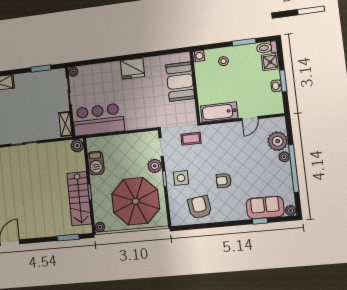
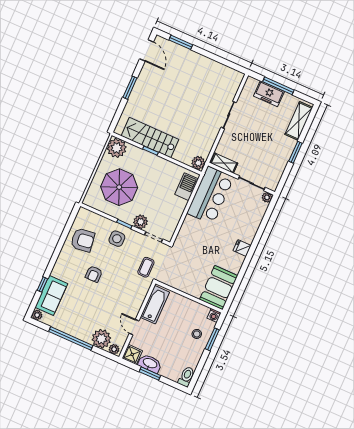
window: (244, 42) -> (212, 339), moved
shower: (270, 62) -> (132, 354), moved
window: (41, 68) -> (295, 152), moved
fridge: (133, 69) -> (242, 248), width x0.53, depth x0.75
booth: (180, 82) -> (219, 288), moved, turned 90
washbasin: (276, 86) -> (150, 364), width x1.91, depth x1.45
plant: (284, 157) -> (114, 349), moved
barbecue: (96, 163) -> (187, 187), moved, turned 90
armchair: (224, 181) -> (94, 274), turned 180
parasol: (136, 201) -> (119, 187), width x0.73, depth x0.73
plant: (100, 227) -> (117, 148), width x1.88, depth x1.88
window: (68, 238) -> (130, 88), moved

